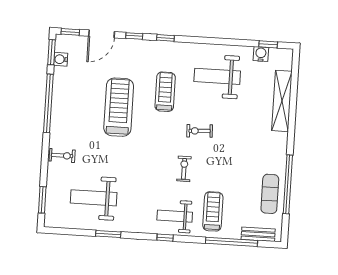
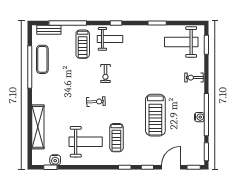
water cooler: (61, 59) -> (199, 117), moved
treadmill: (165, 92) -> (116, 138), moved
weight bench: (94, 198) -> (181, 42), moved, turned 180

